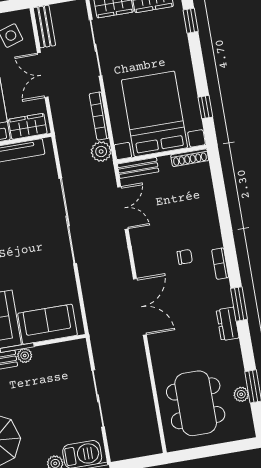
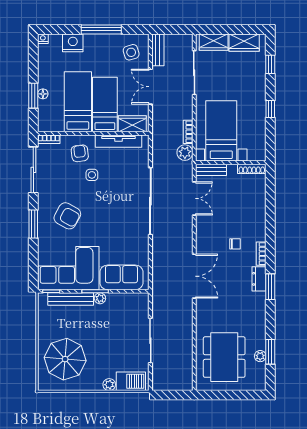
window: (205, 107) -> (270, 109), moved
bed with nightstands: (154, 114) -> (221, 131), width x0.73
bookcase: (99, 116) -> (188, 132), width x0.64
dresser: (228, 324) -> (259, 279), moved

